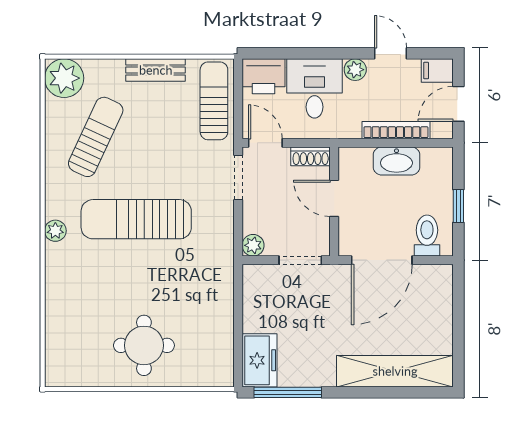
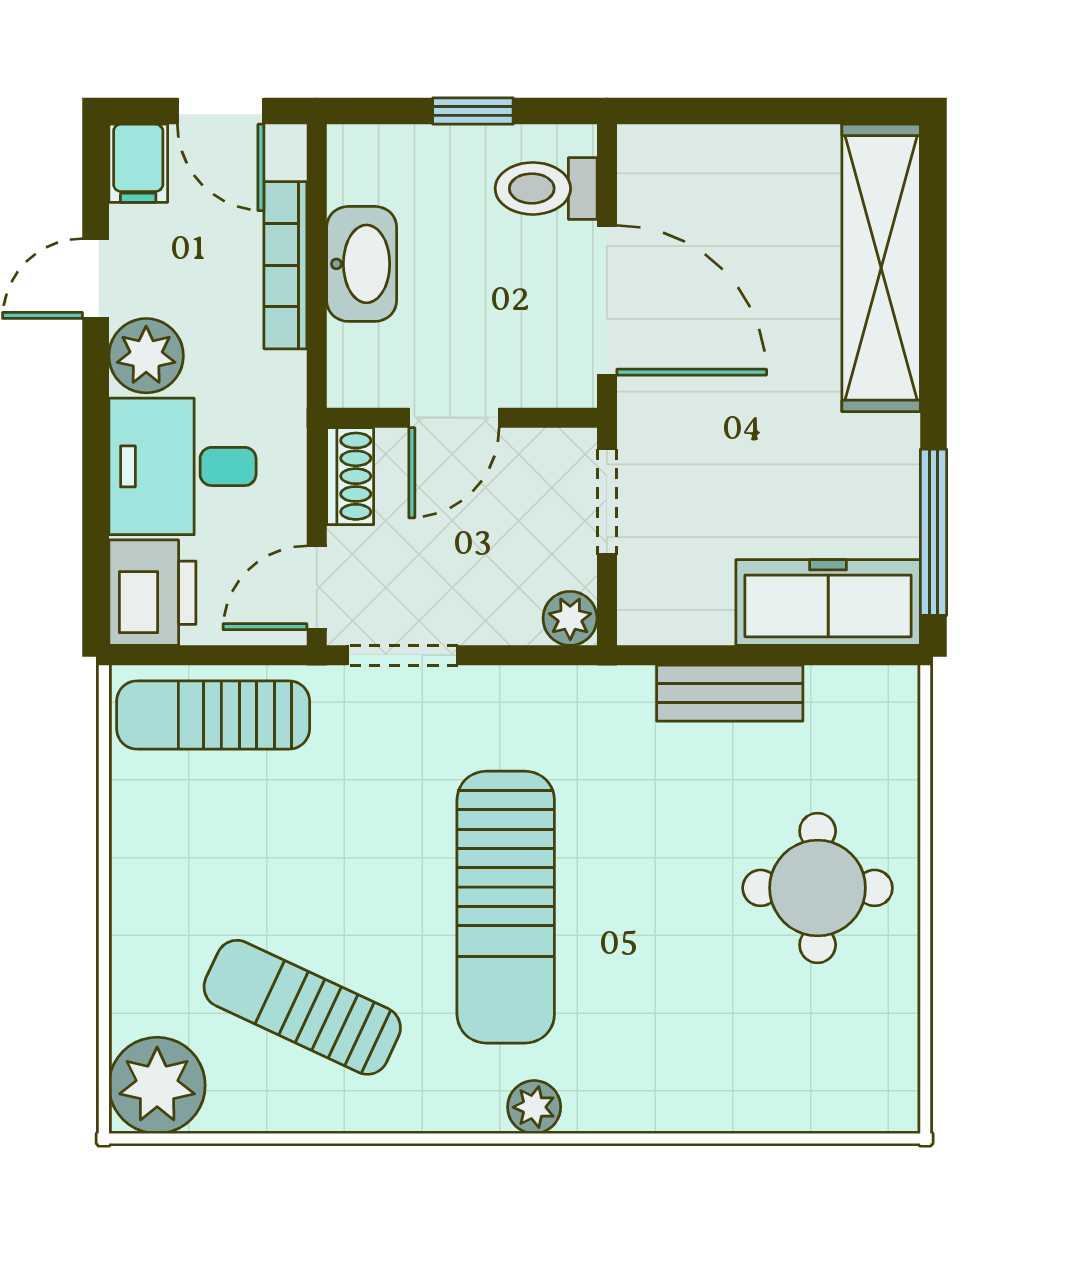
bench: (156, 70) -> (730, 693), moved, turned 90
plant: (355, 70) -> (146, 356), width x1.38, depth x1.38
freezer: (259, 360) -> (828, 603), width x1.40

